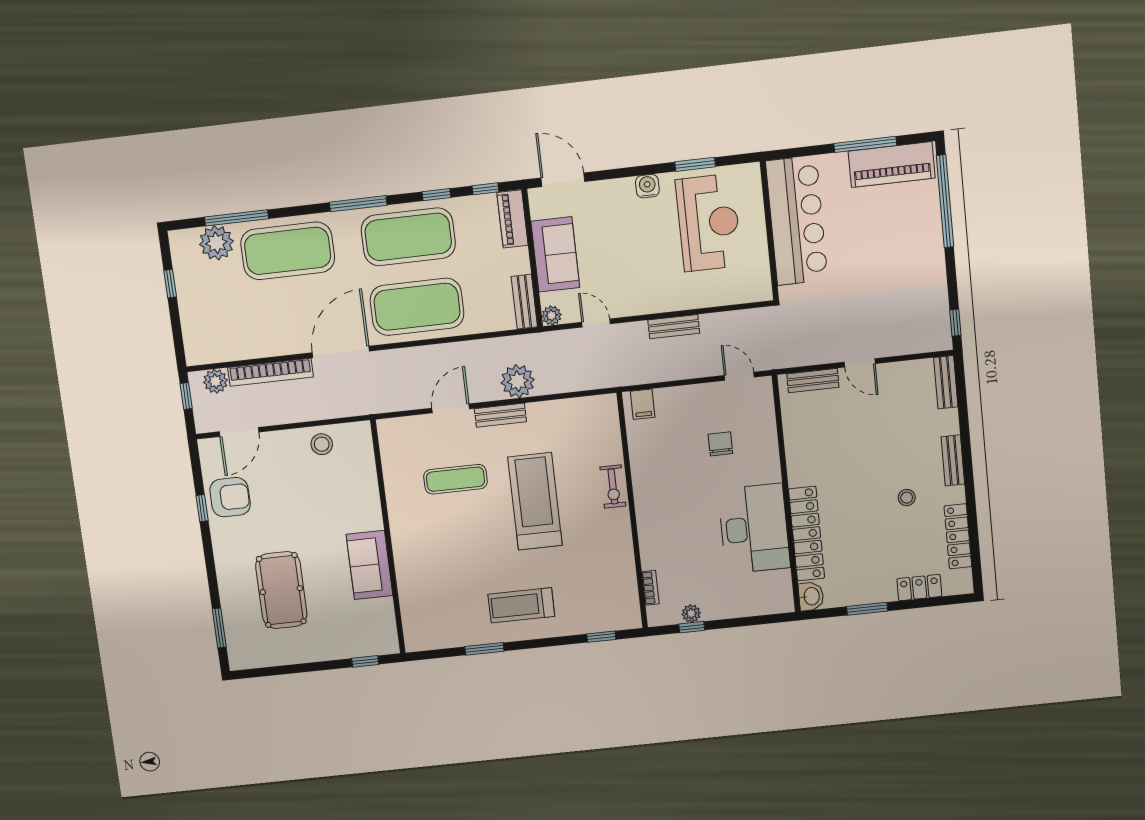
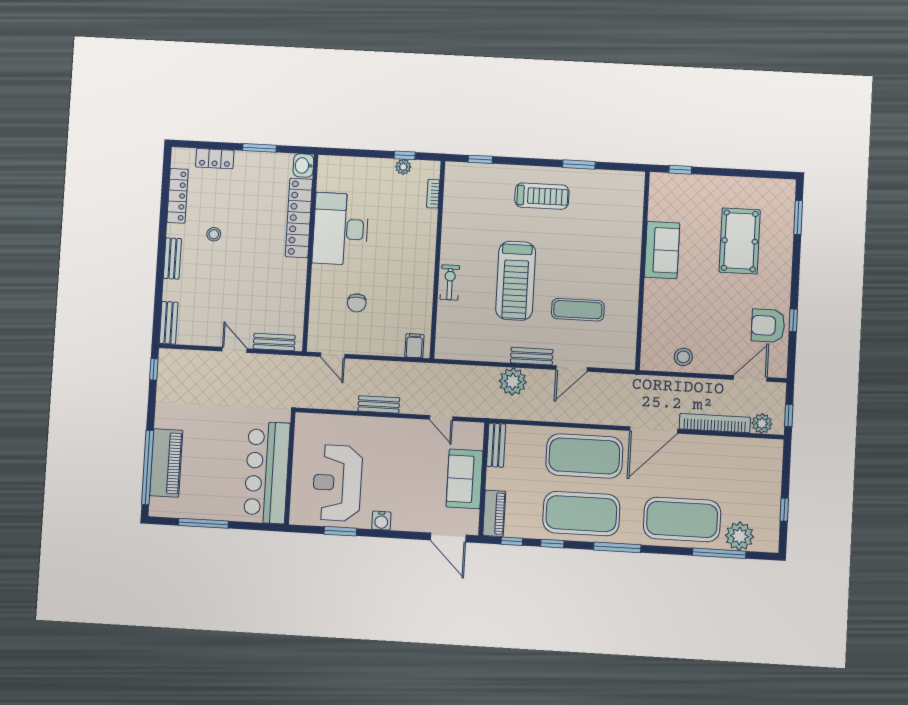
piano: (892, 165) -> (166, 463), moved, turned 90
plant: (552, 315) -> (476, 430), removed

